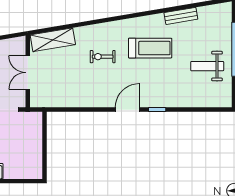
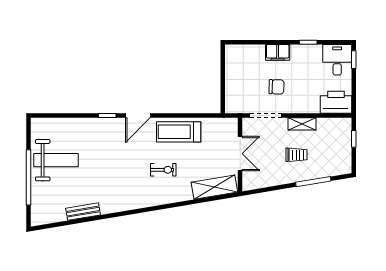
treadmill: (150, 48) -> (179, 132), moved
weight bench: (207, 66) -> (56, 160), width x1.36, depth x1.33

